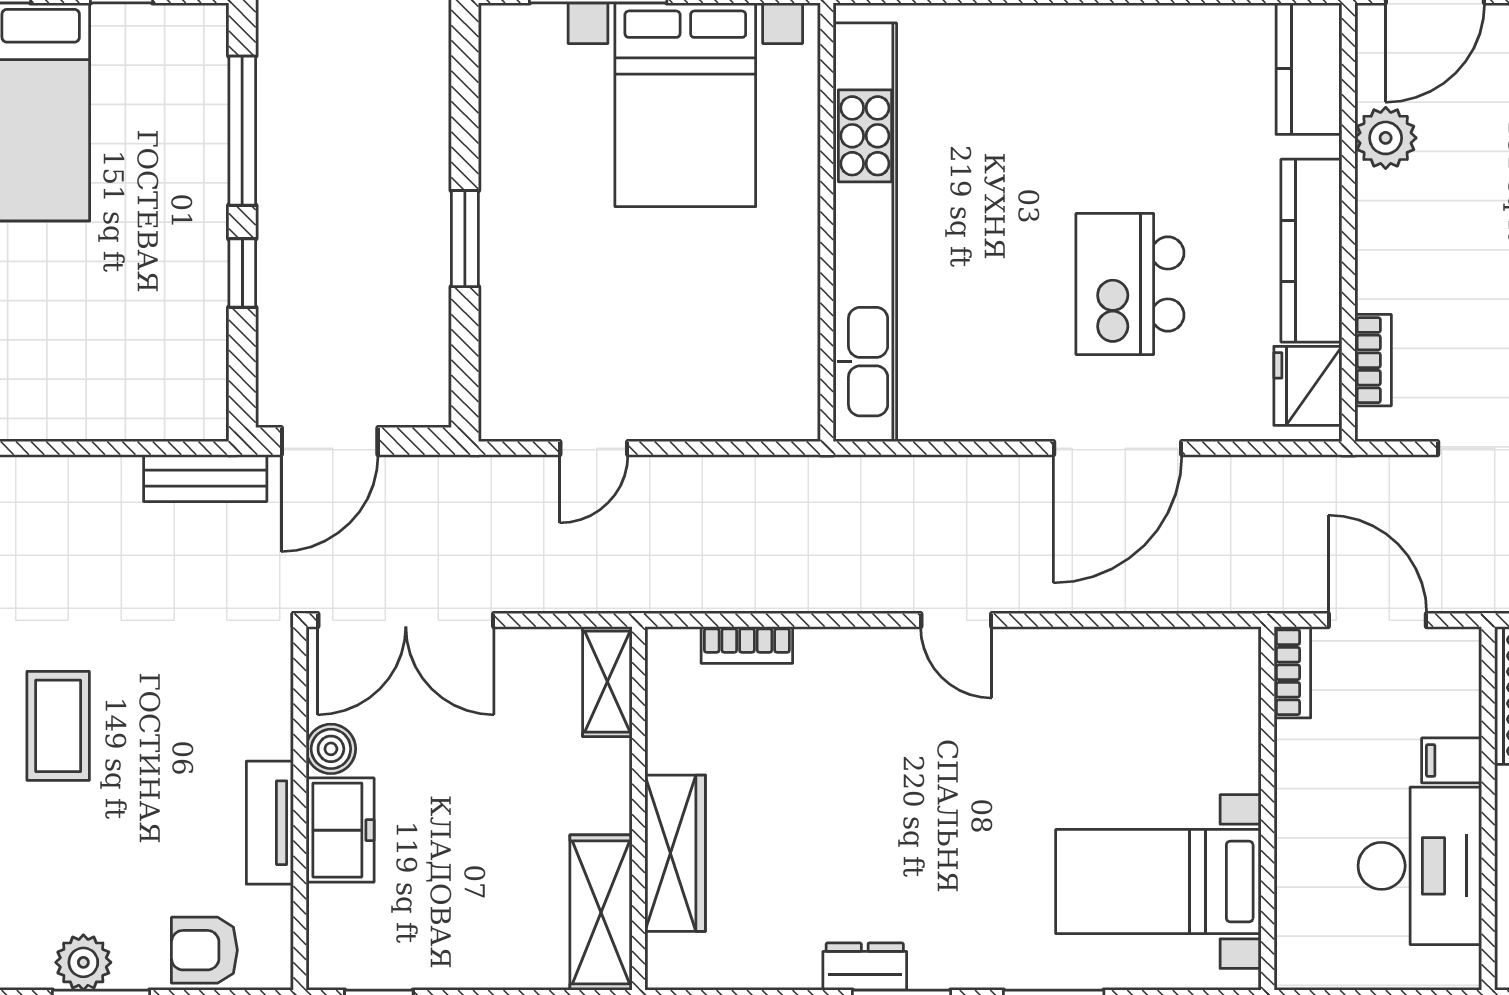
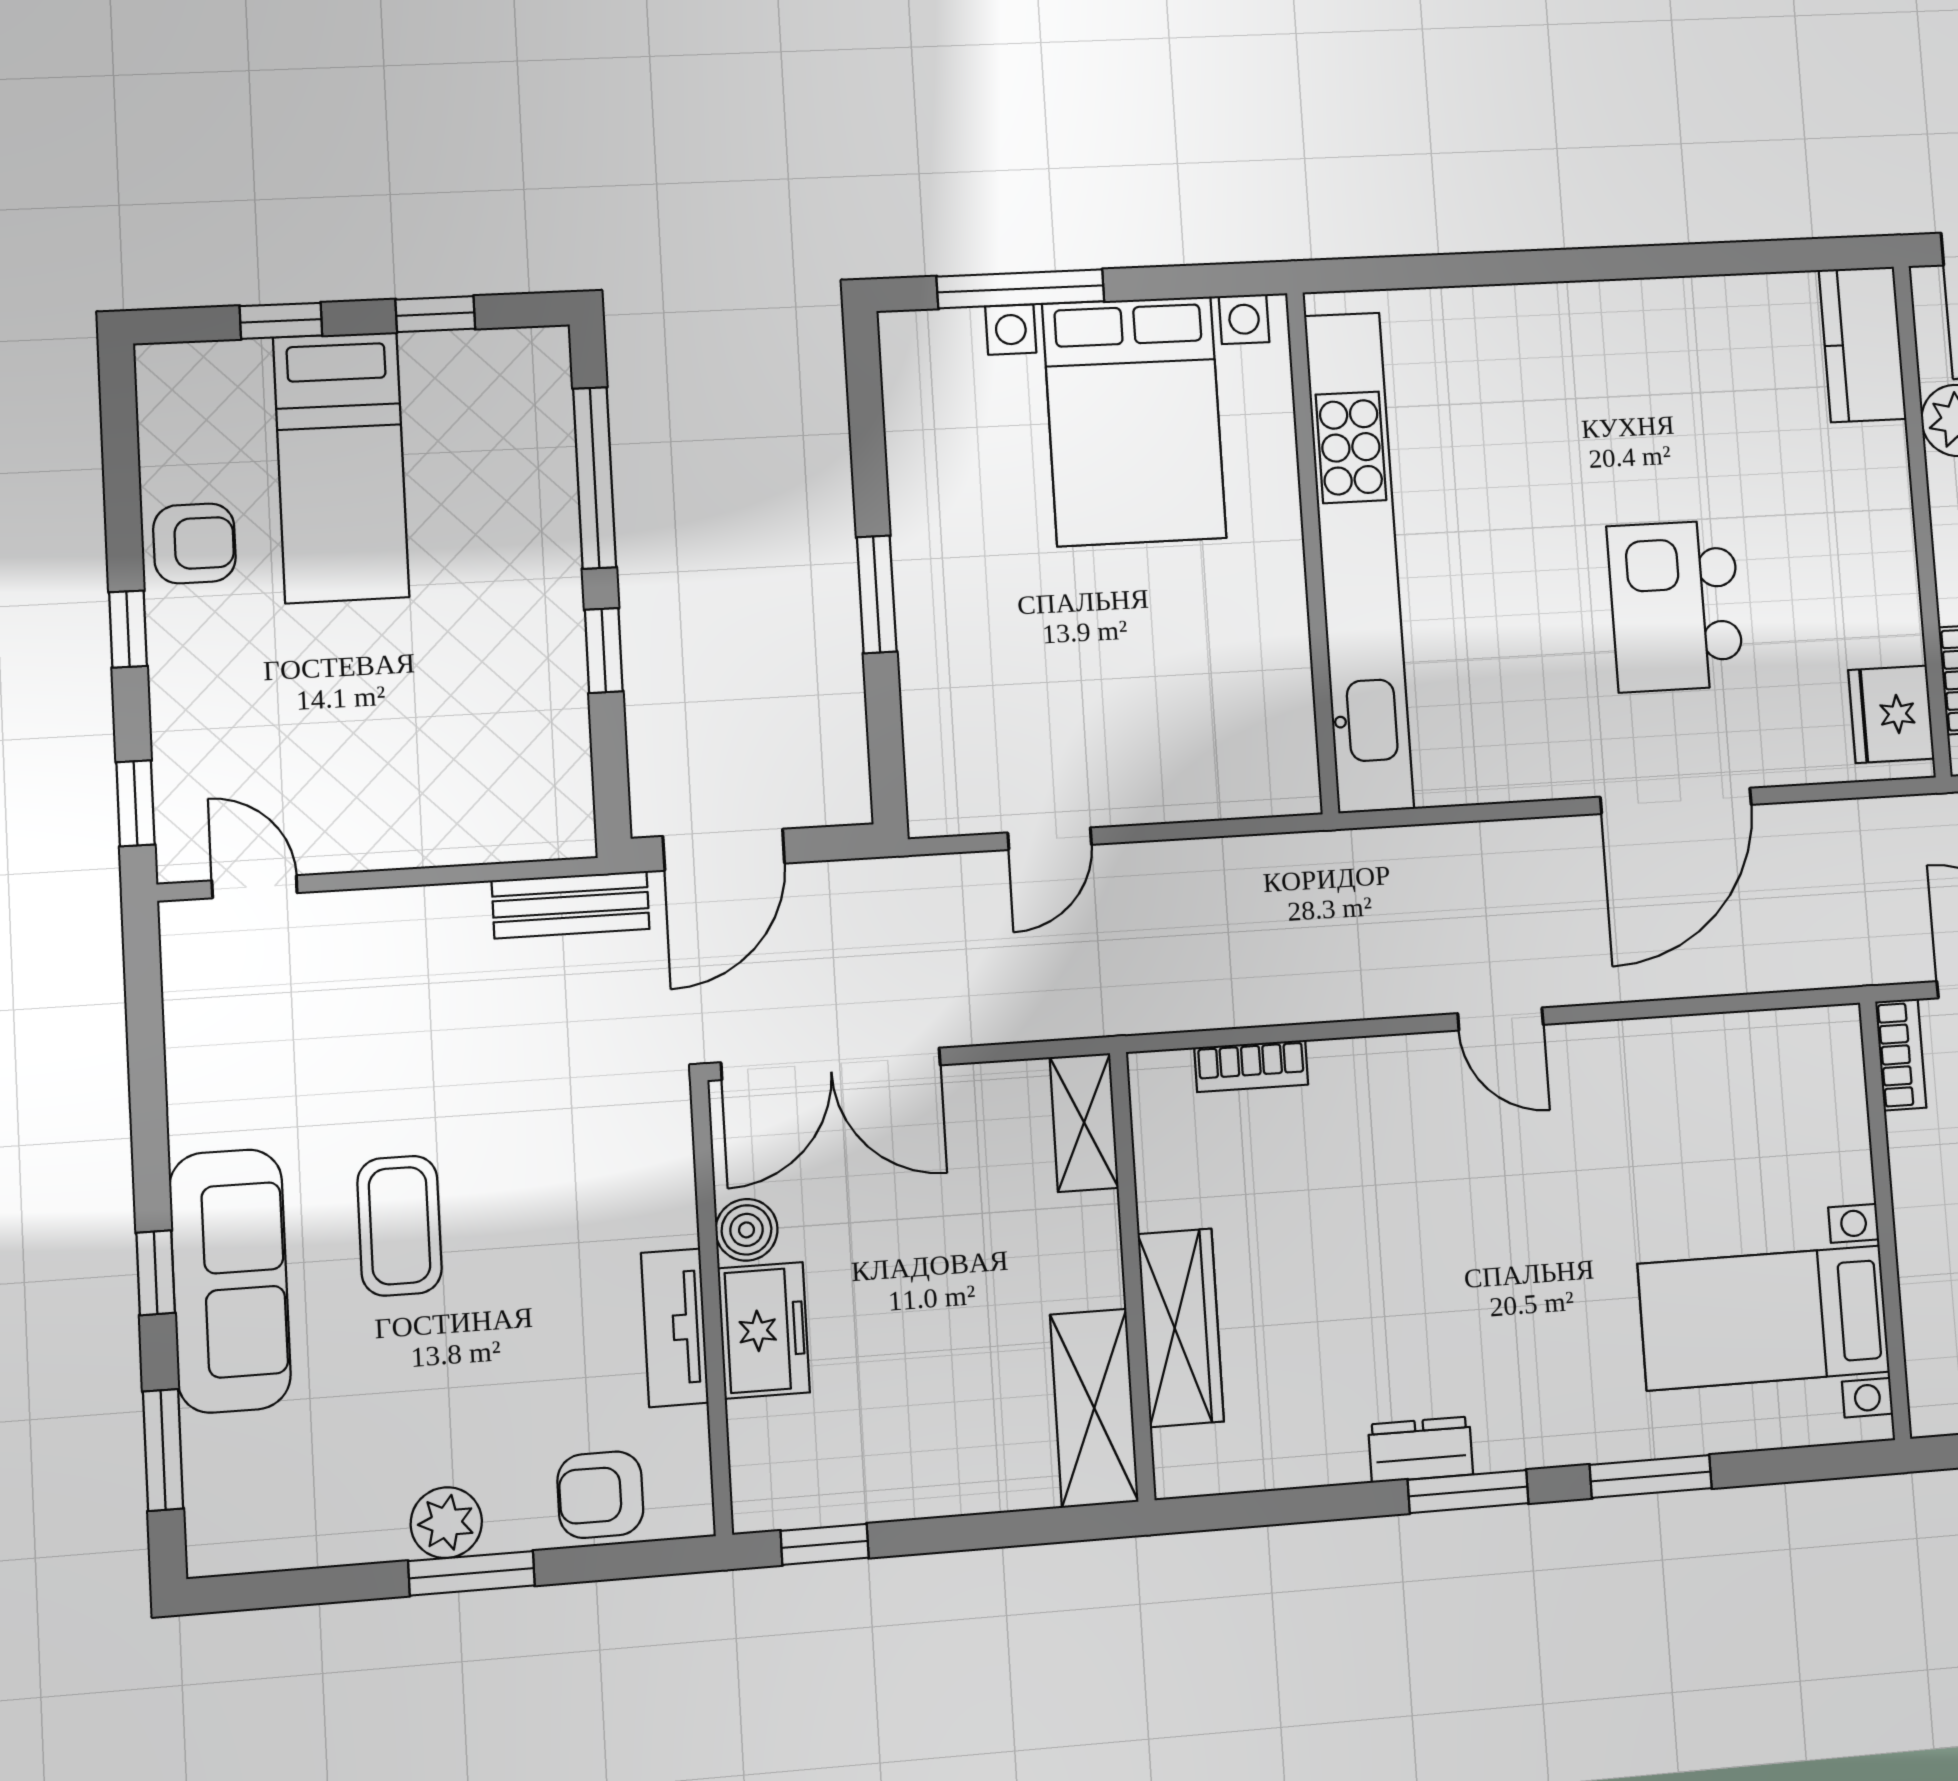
kitchen counter: (1311, 251) -> (1882, 556), removed

